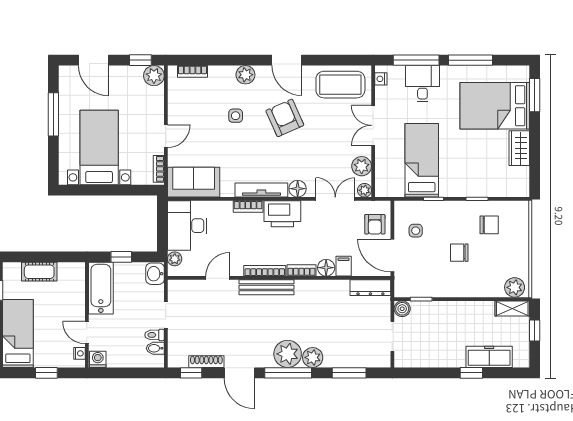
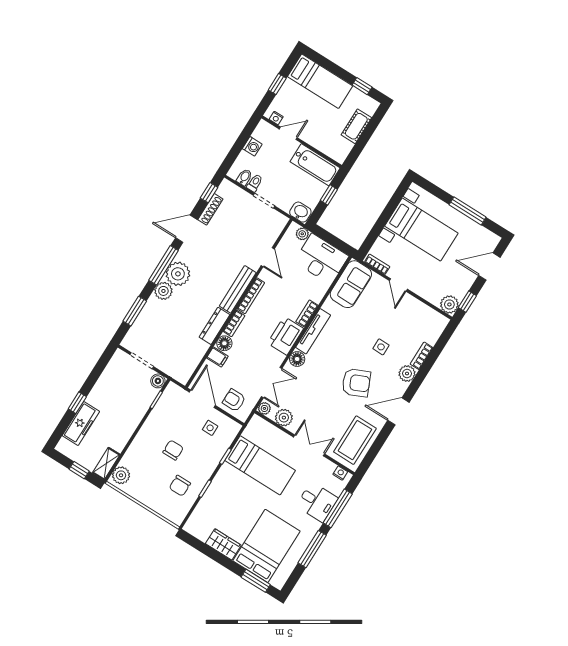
bookcase: (192, 71) -> (422, 356), moved
door: (392, 255) -> (202, 399), hinge flipped
dresser: (370, 288) -> (214, 326), moved
washing machine: (98, 359) -> (252, 146), moved

